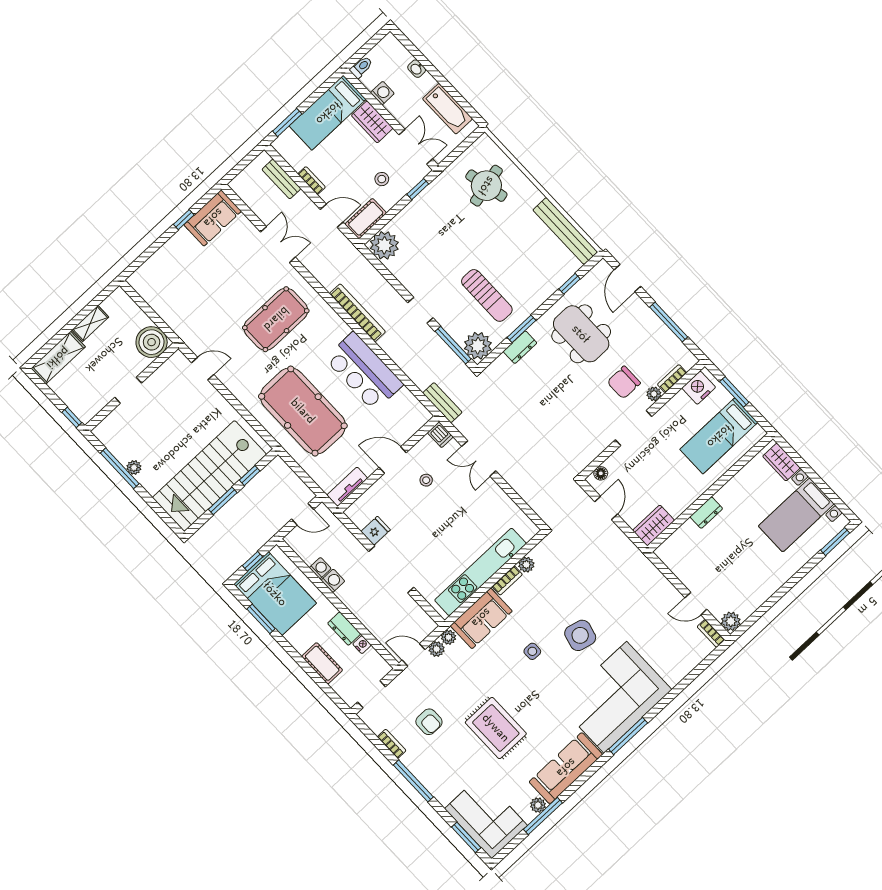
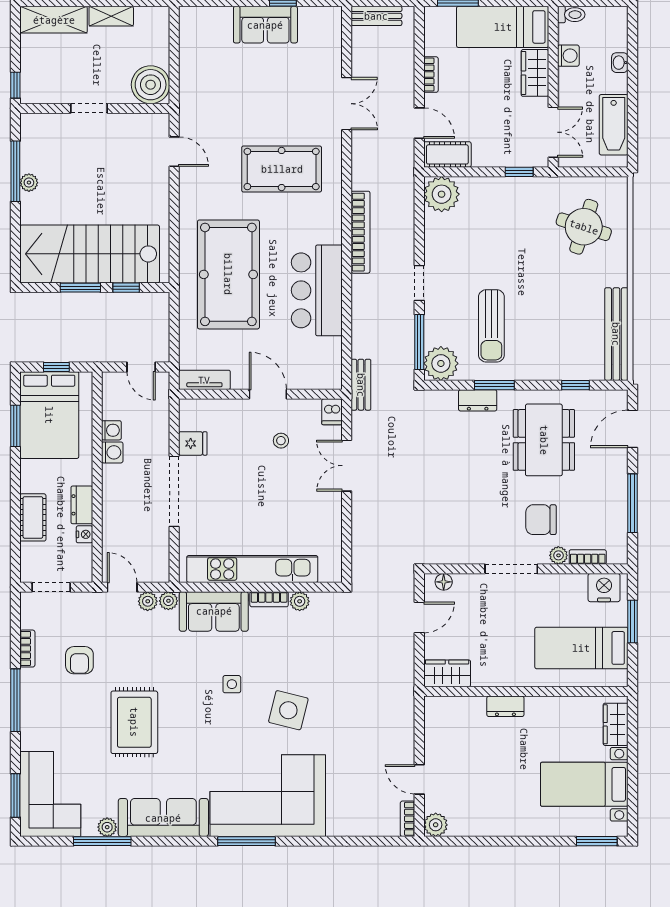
bench: (281, 179) -> (376, 16), moved, turned 90
stool: (382, 179) -> (495, 132), removed
round table: (486, 186) -> (584, 227), turned 31
sofa: (213, 218) -> (265, 25), moved

